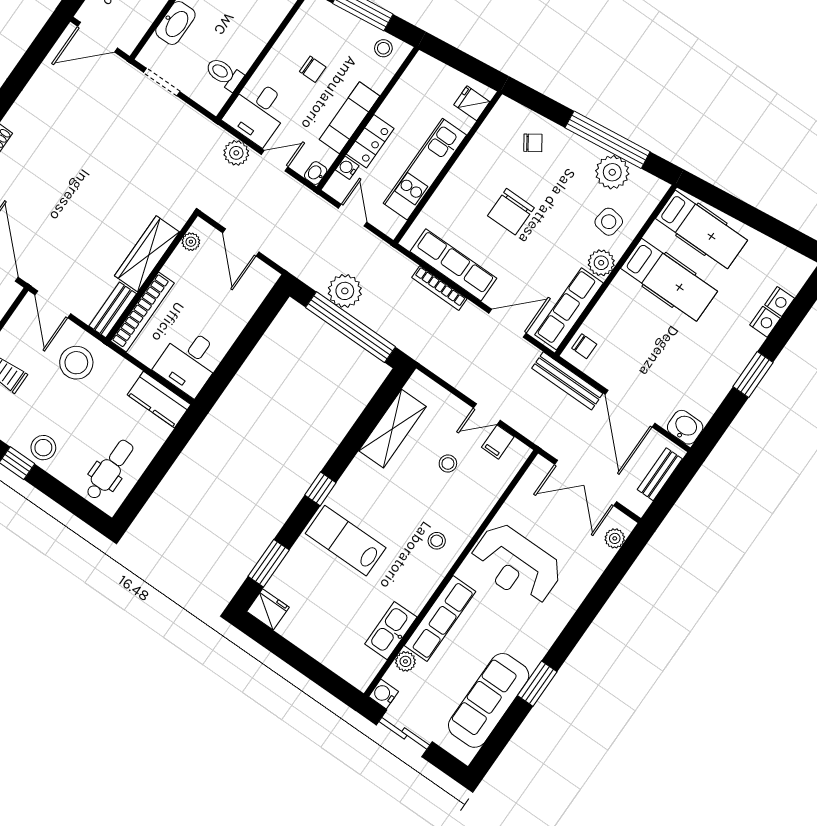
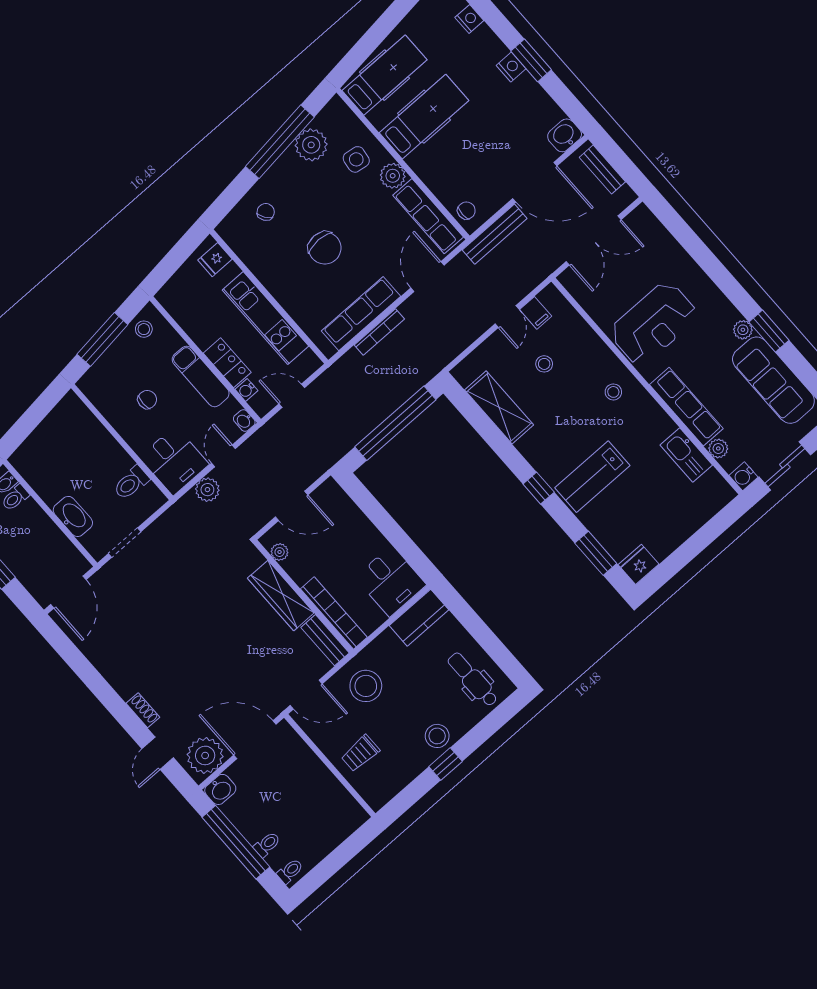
plant: (345, 291) -> (360, 420), removed
nightstand: (765, 322) -> (511, 67), moved
plant: (615, 538) -> (743, 330), moved

